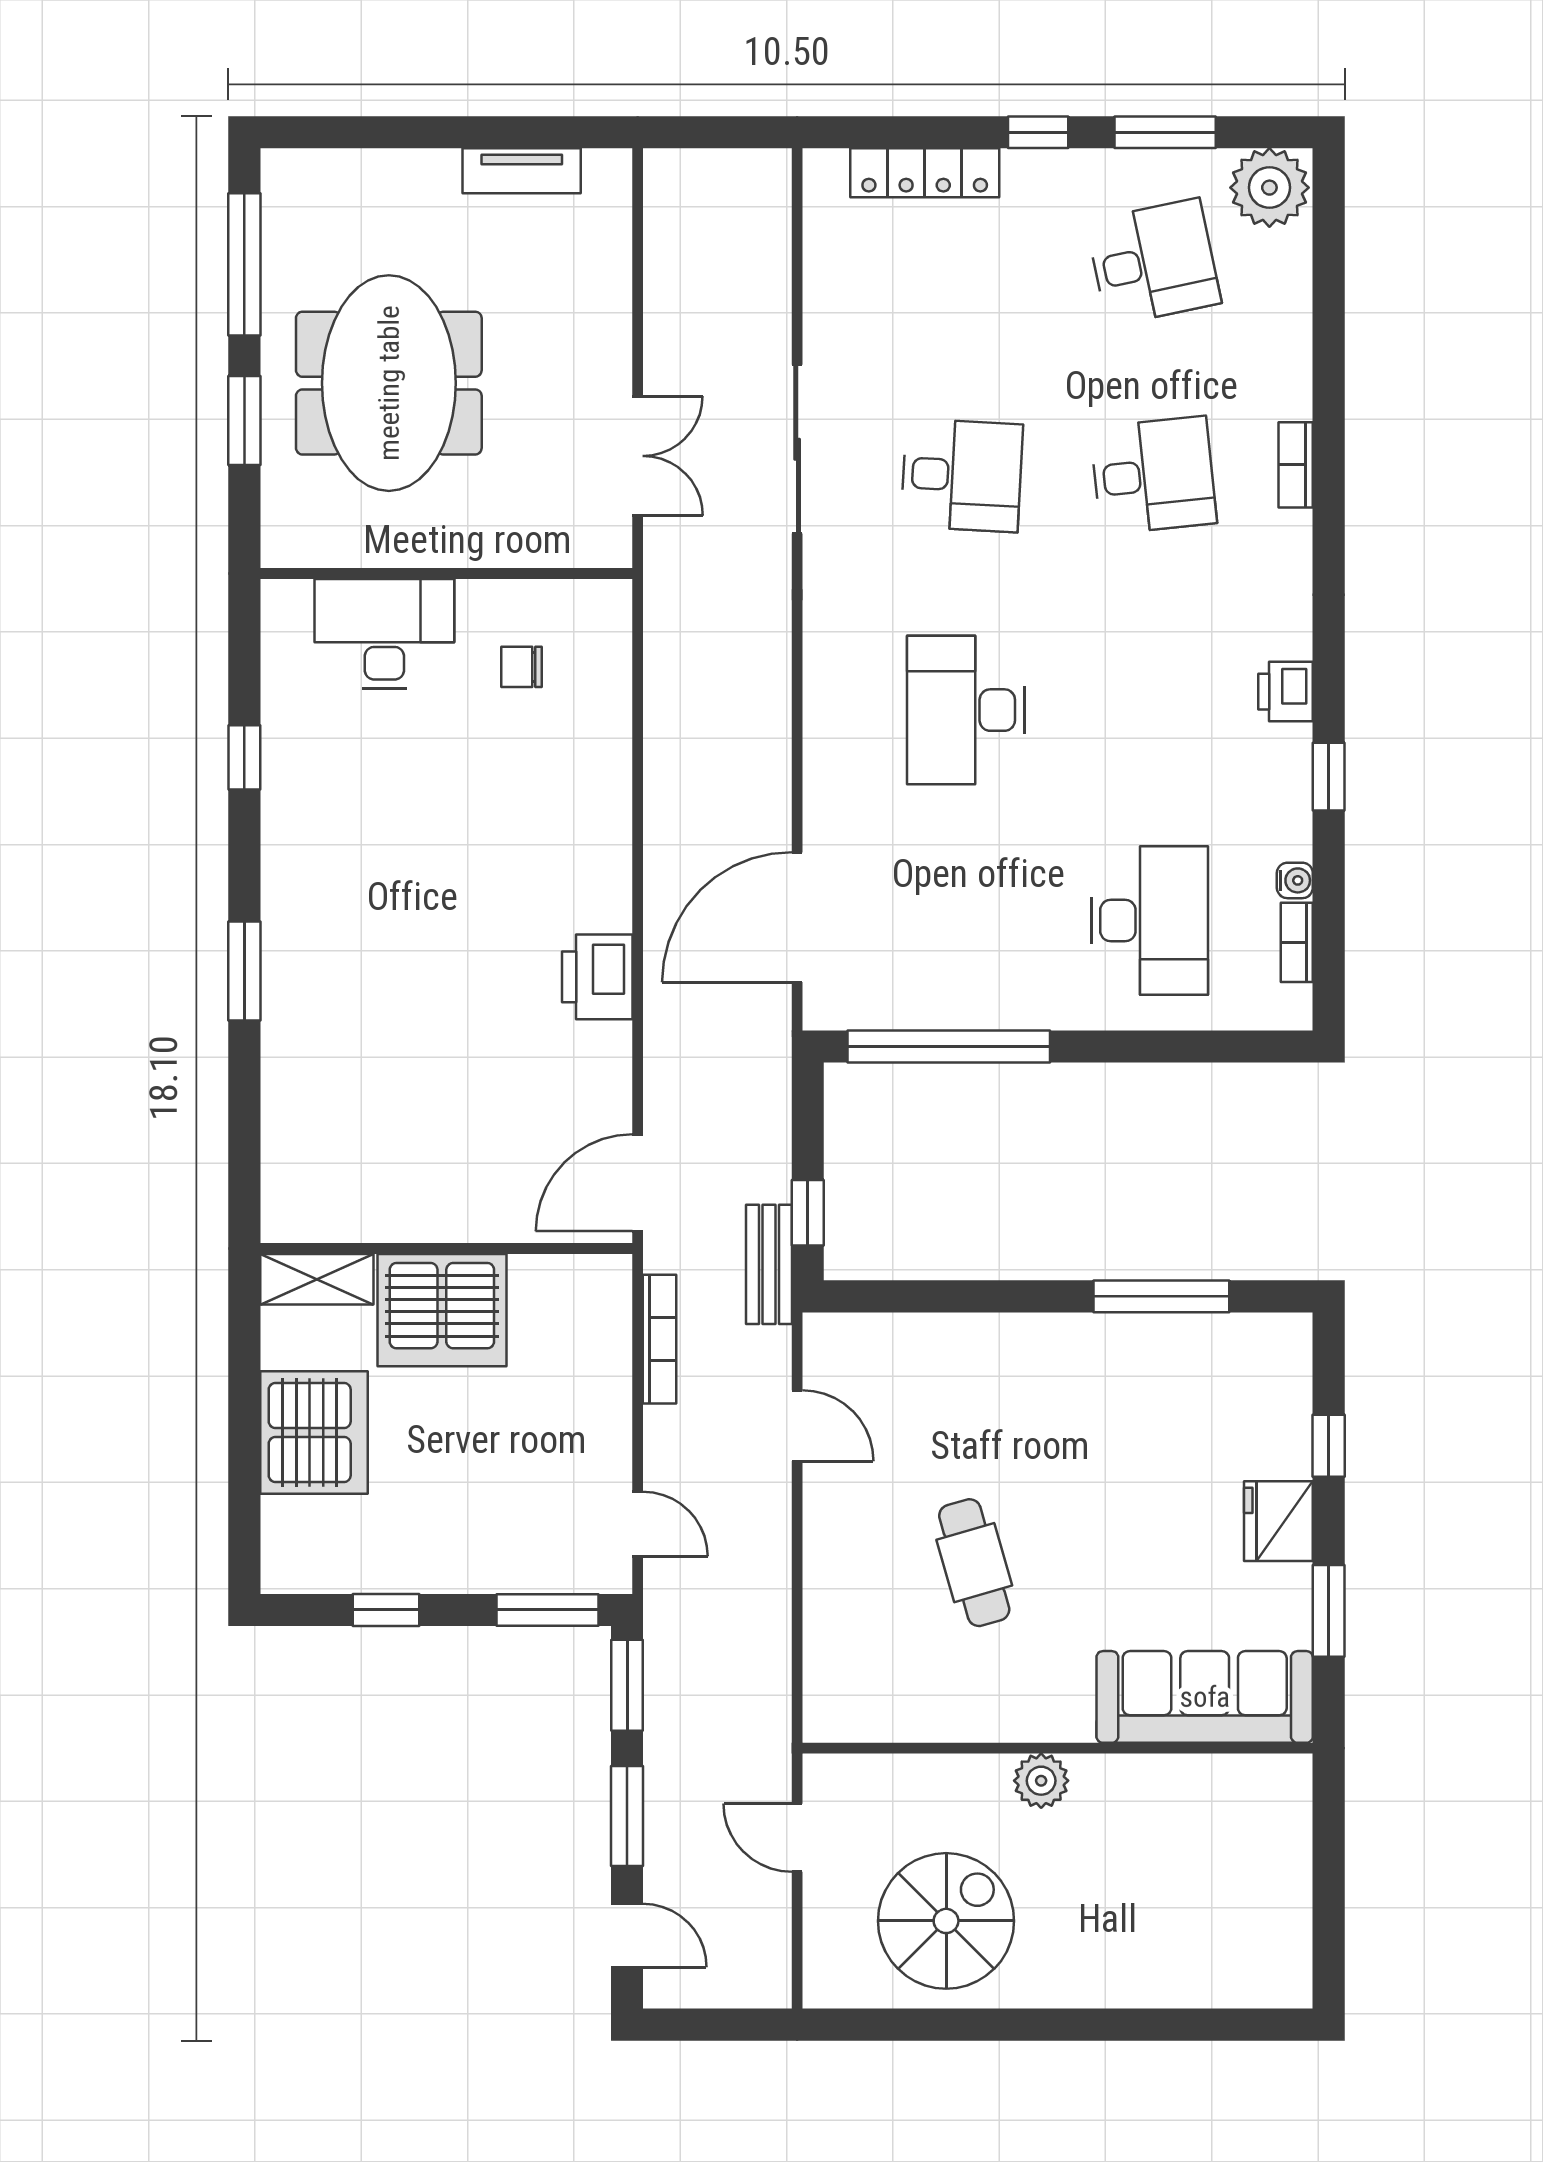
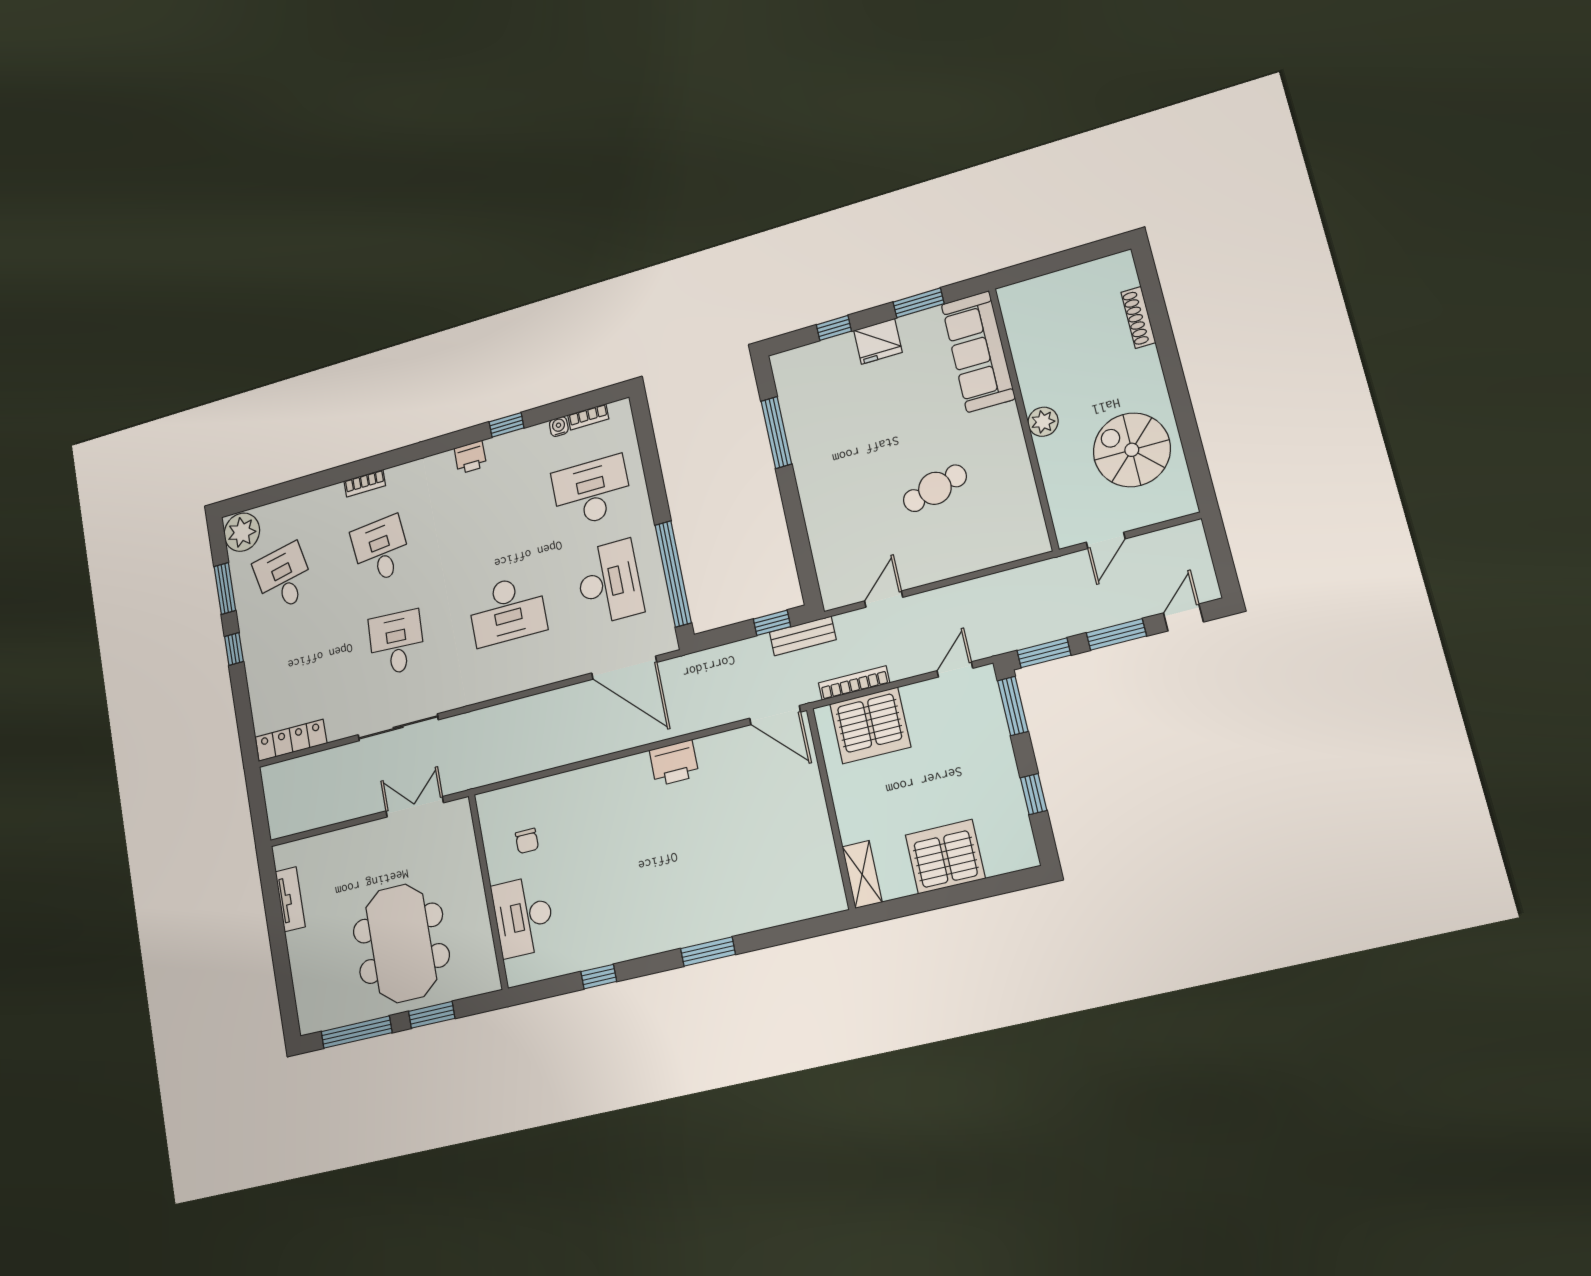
locker: (925, 173) -> (291, 740), moved, turned -90
meeting table: (389, 383) -> (401, 943), turned 90
desk: (966, 921) -> (609, 582), added
server rack: (442, 1310) -> (870, 725), moved, turned 90
shoe rack: (1182, 1990) -> (1138, 317), added

